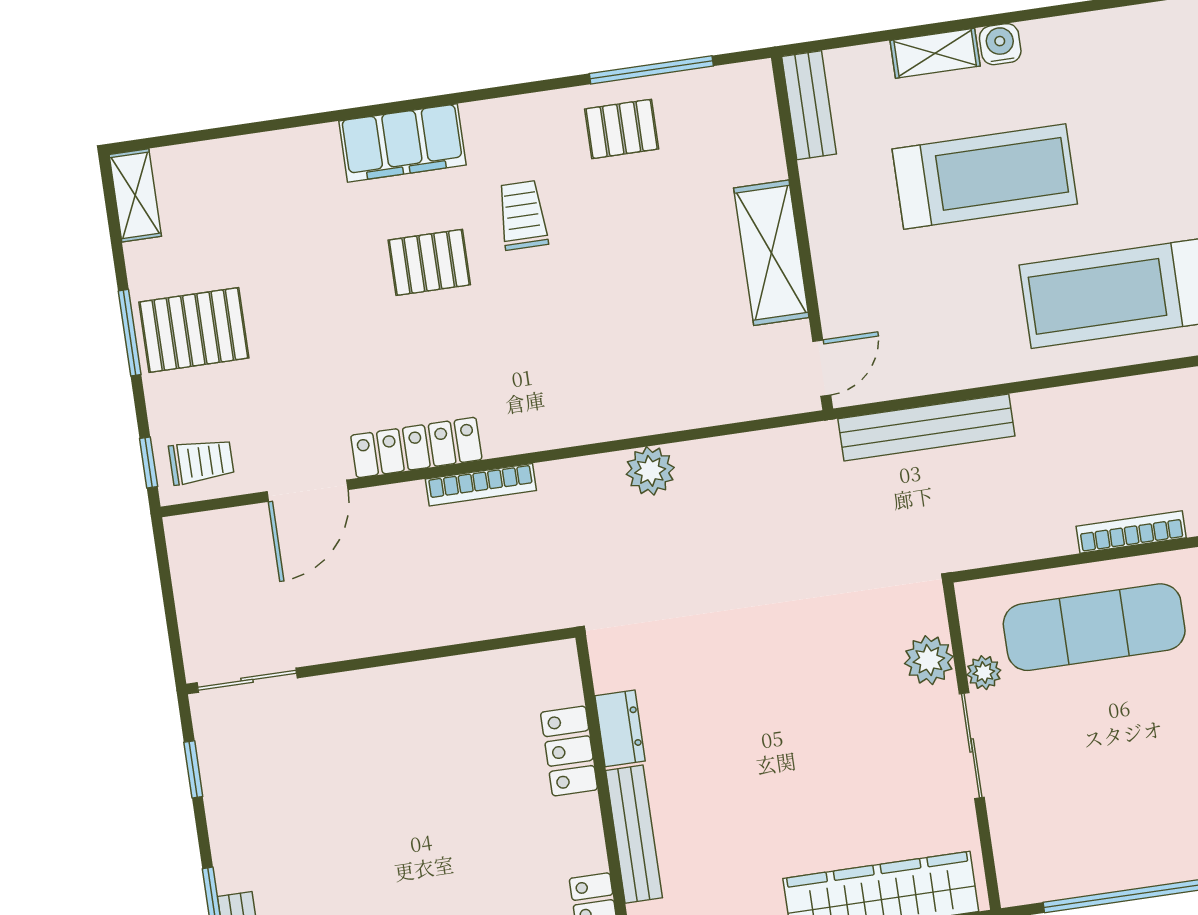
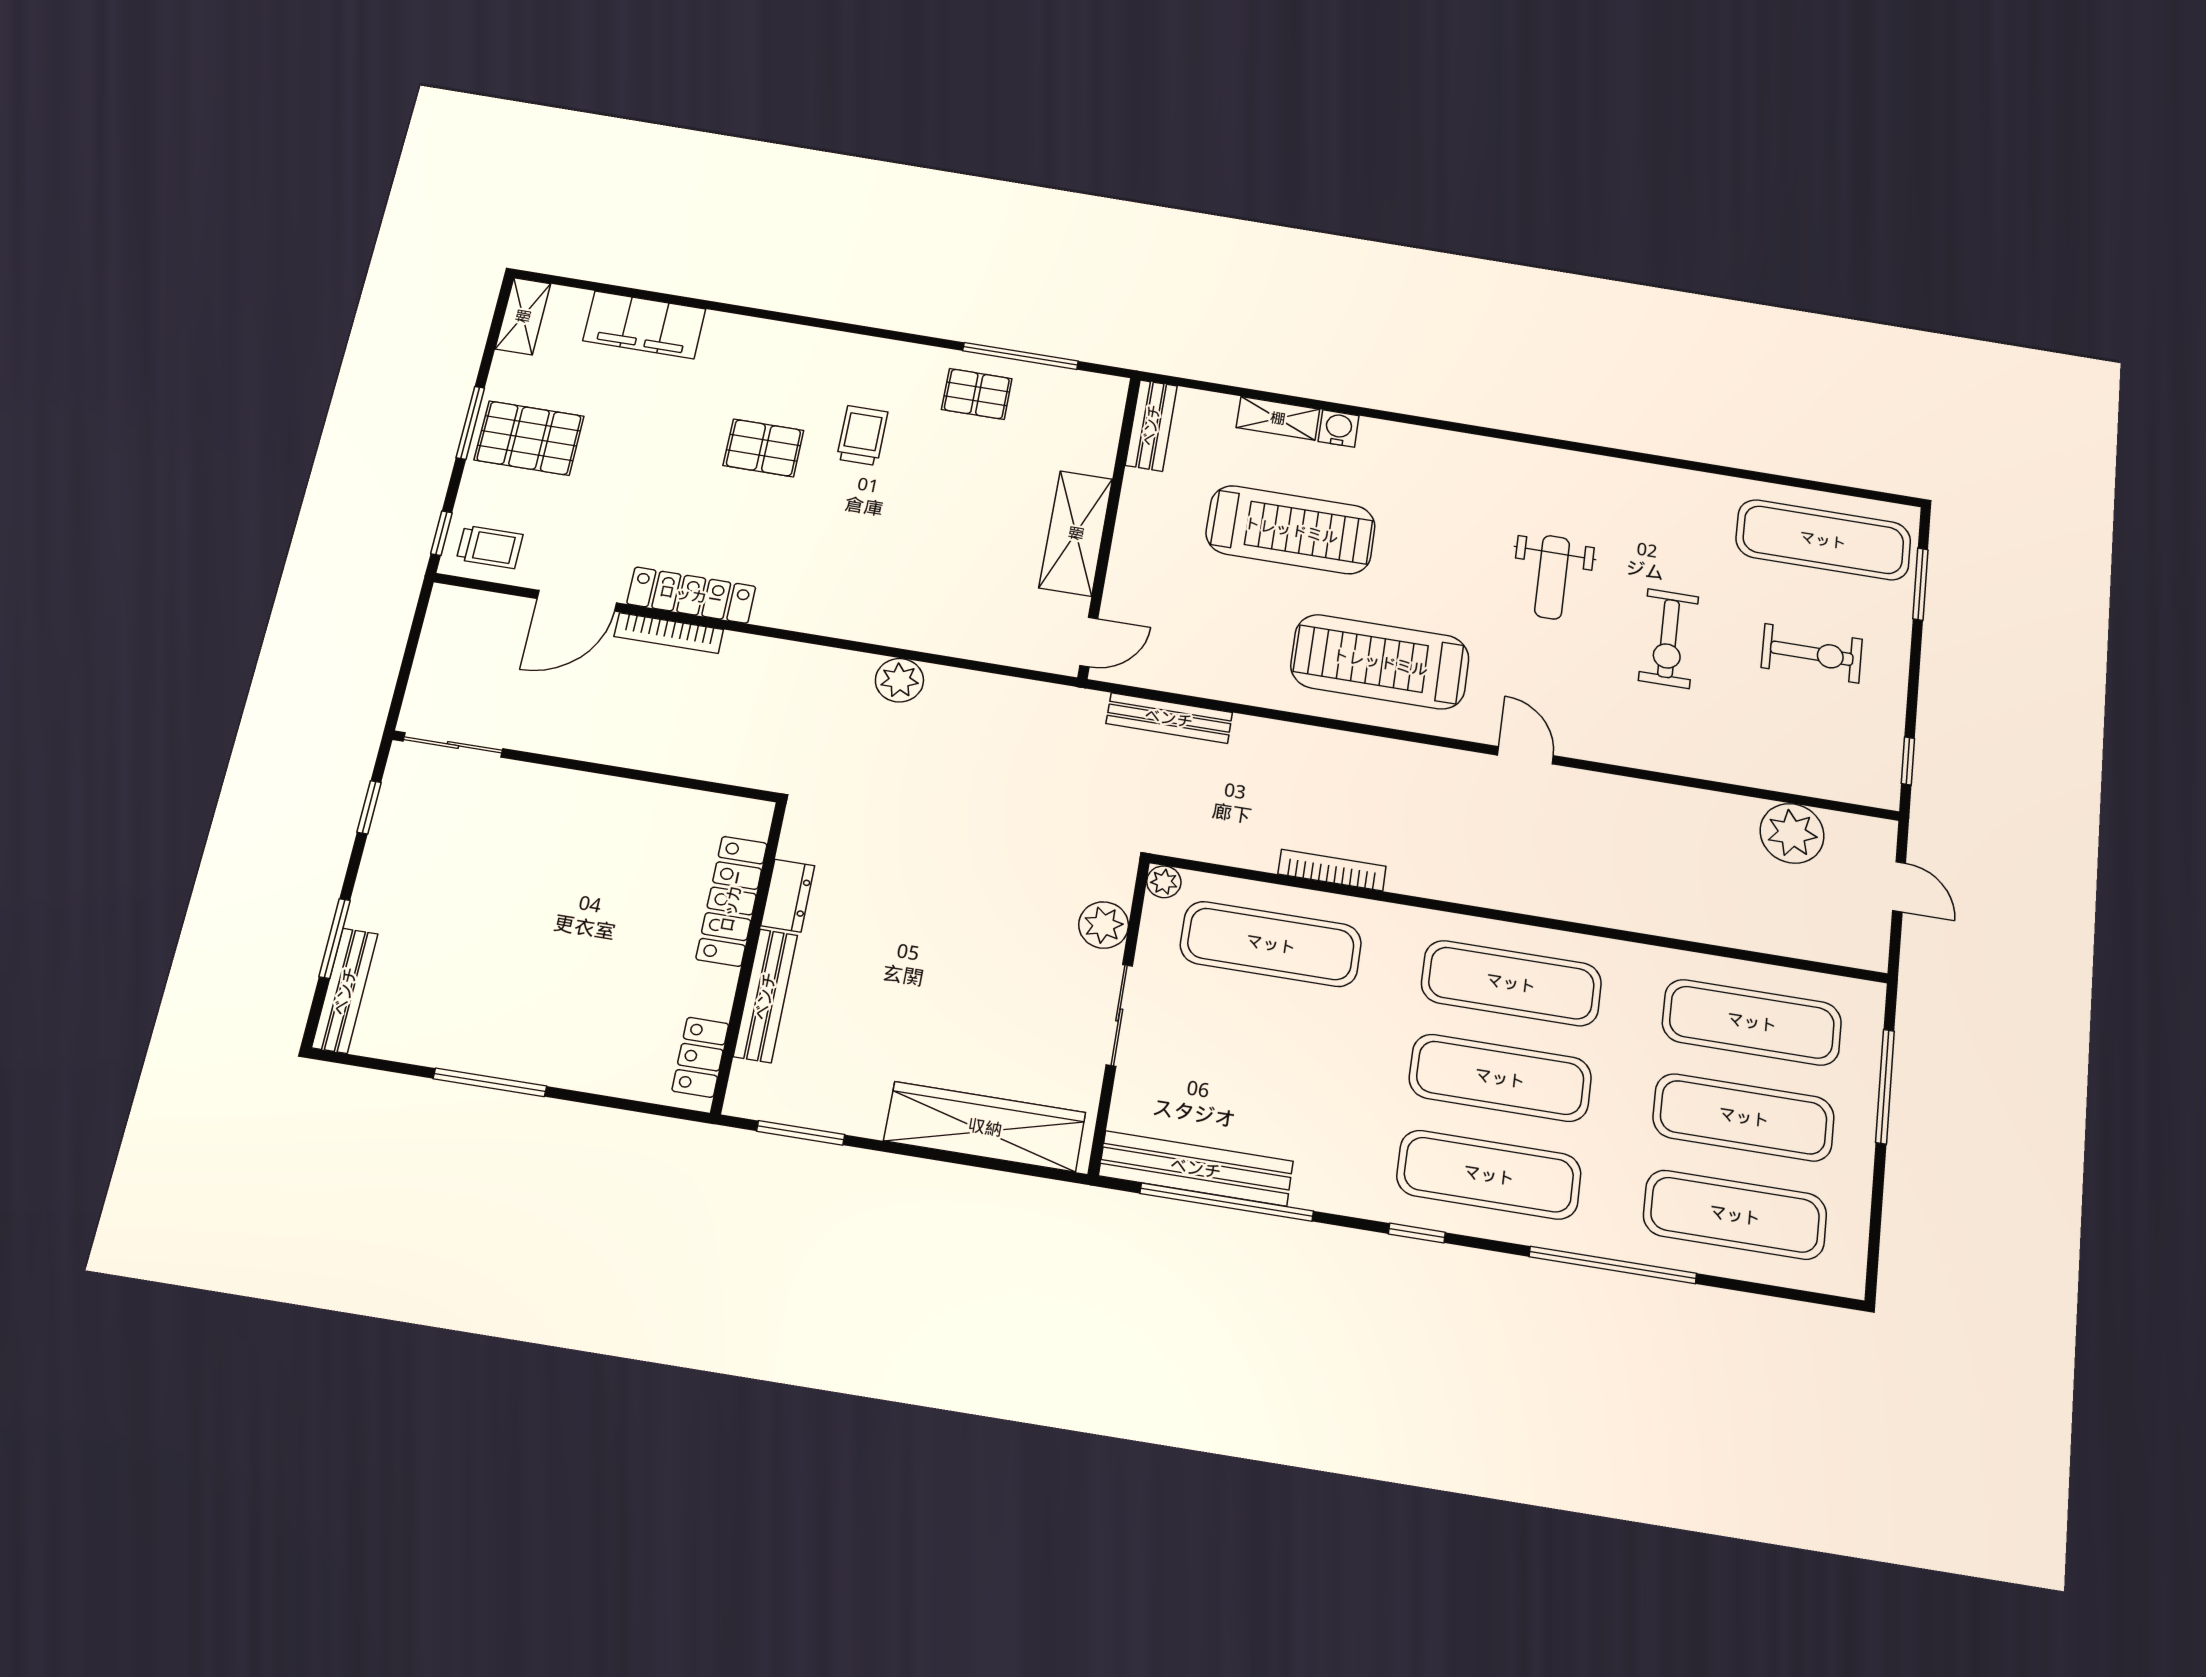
filing cabinet: (402, 143) -> (644, 325), moved
bench: (926, 427) -> (1169, 718), width x0.73, depth x0.82
bookcase: (481, 485) -> (669, 633), moved
plant: (984, 673) -> (1164, 882), moved
locker: (569, 751) -> (732, 901), width x1.53
bench: (1089, 872) -> (1196, 1168), added

